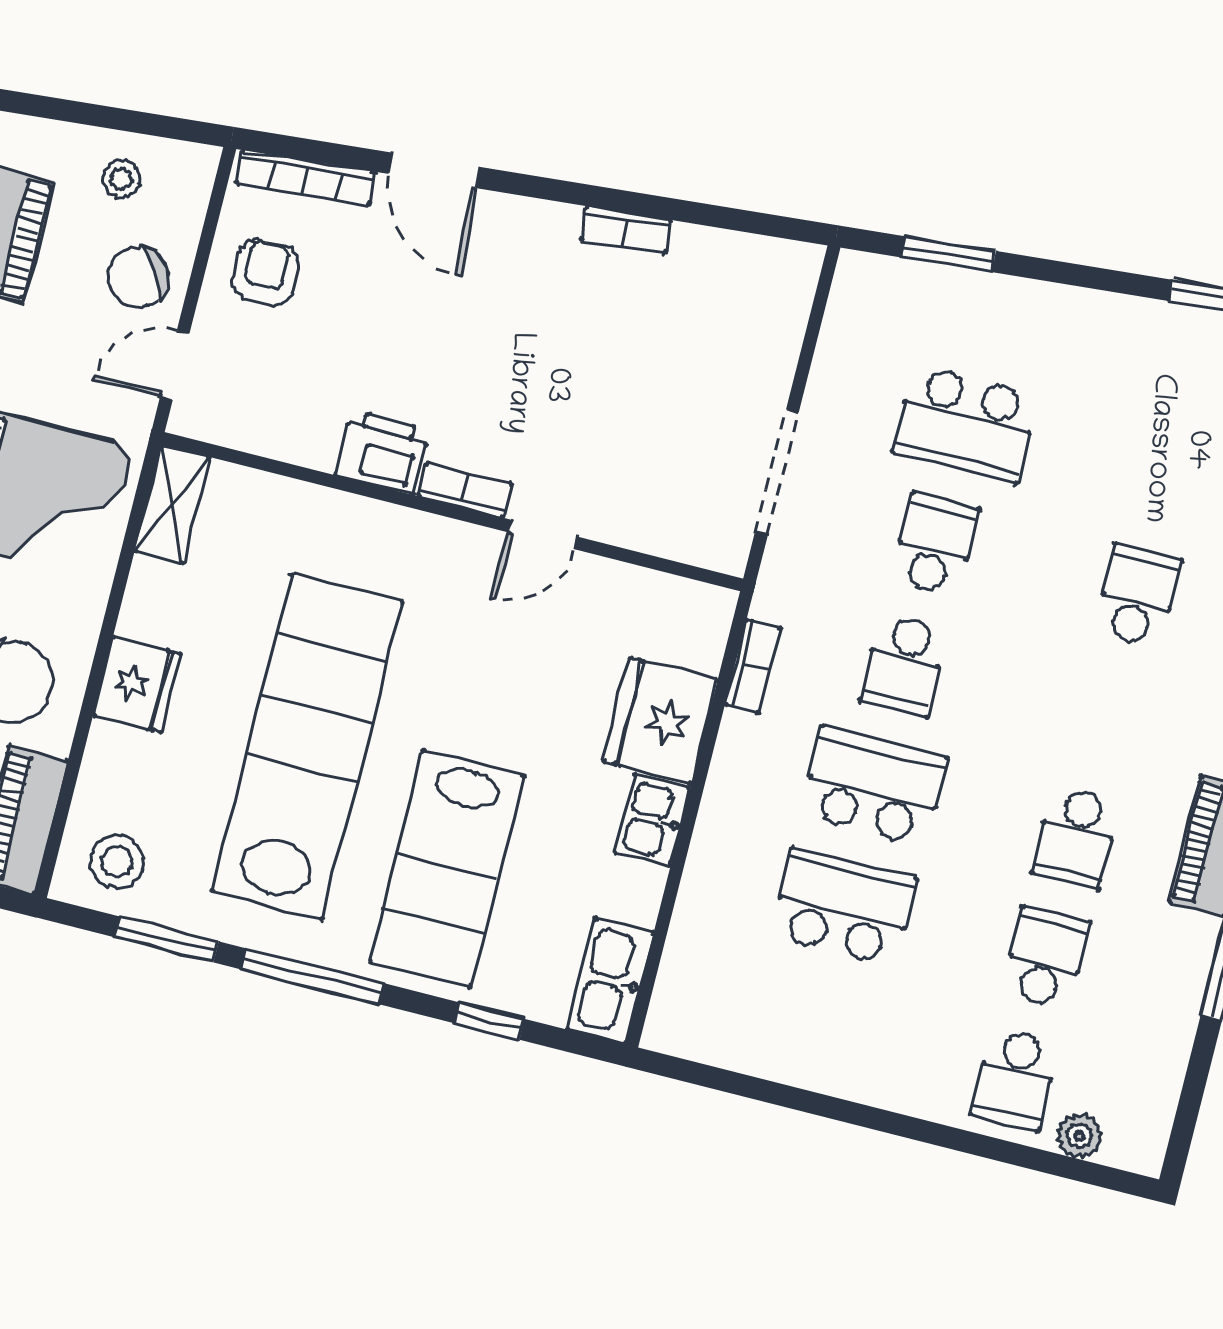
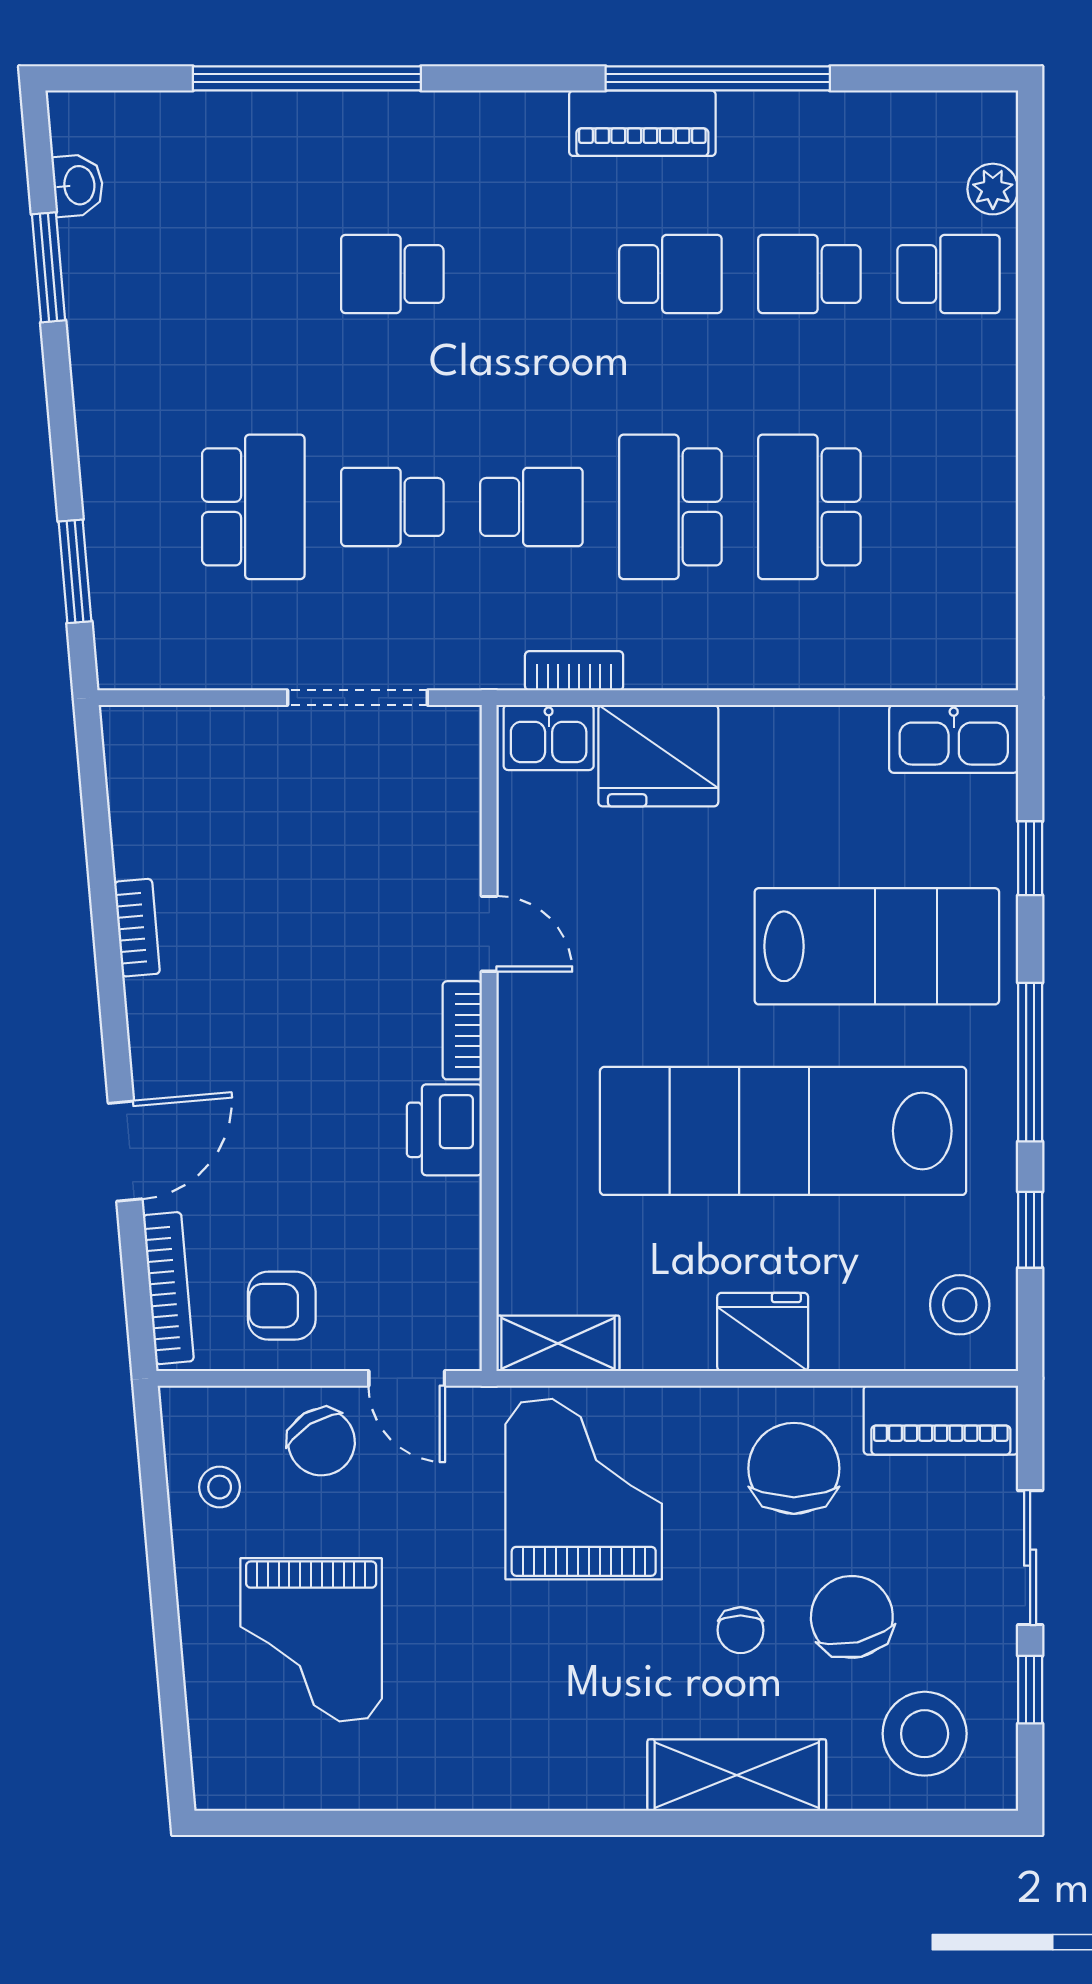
kitchen sink: (652, 820) -> (549, 737), moved
window: (167, 939) -> (1030, 1230), width x0.67

